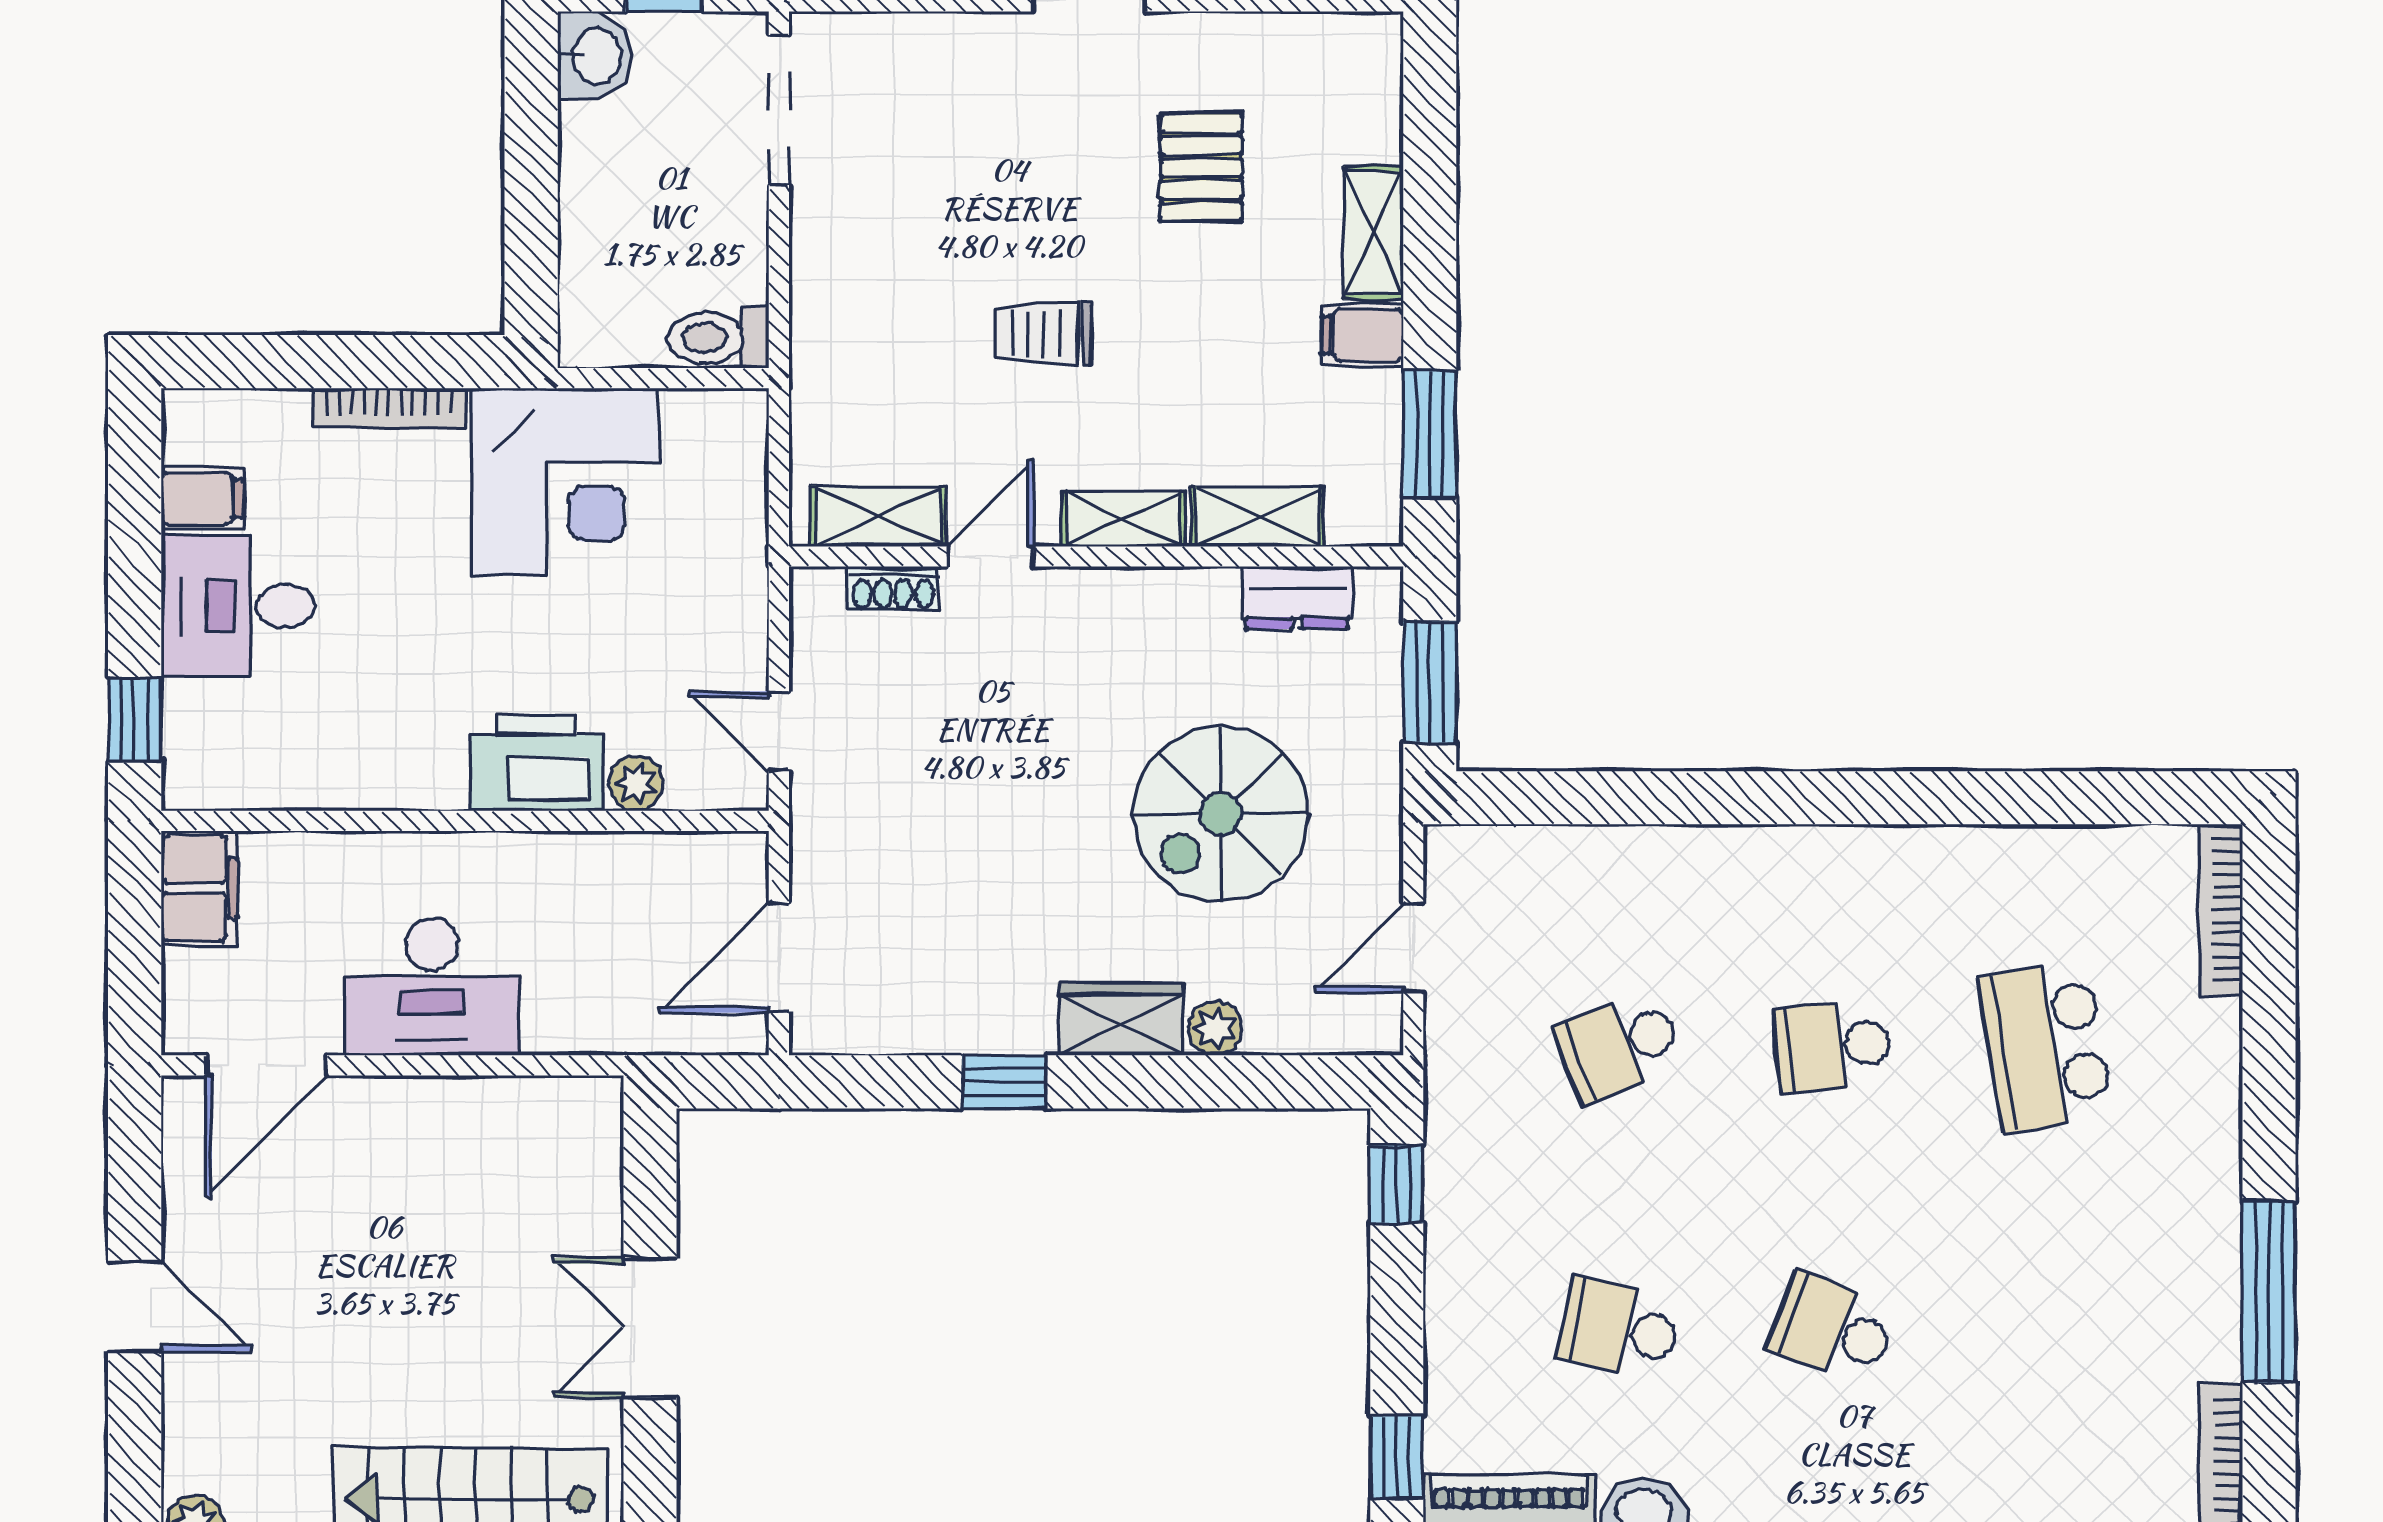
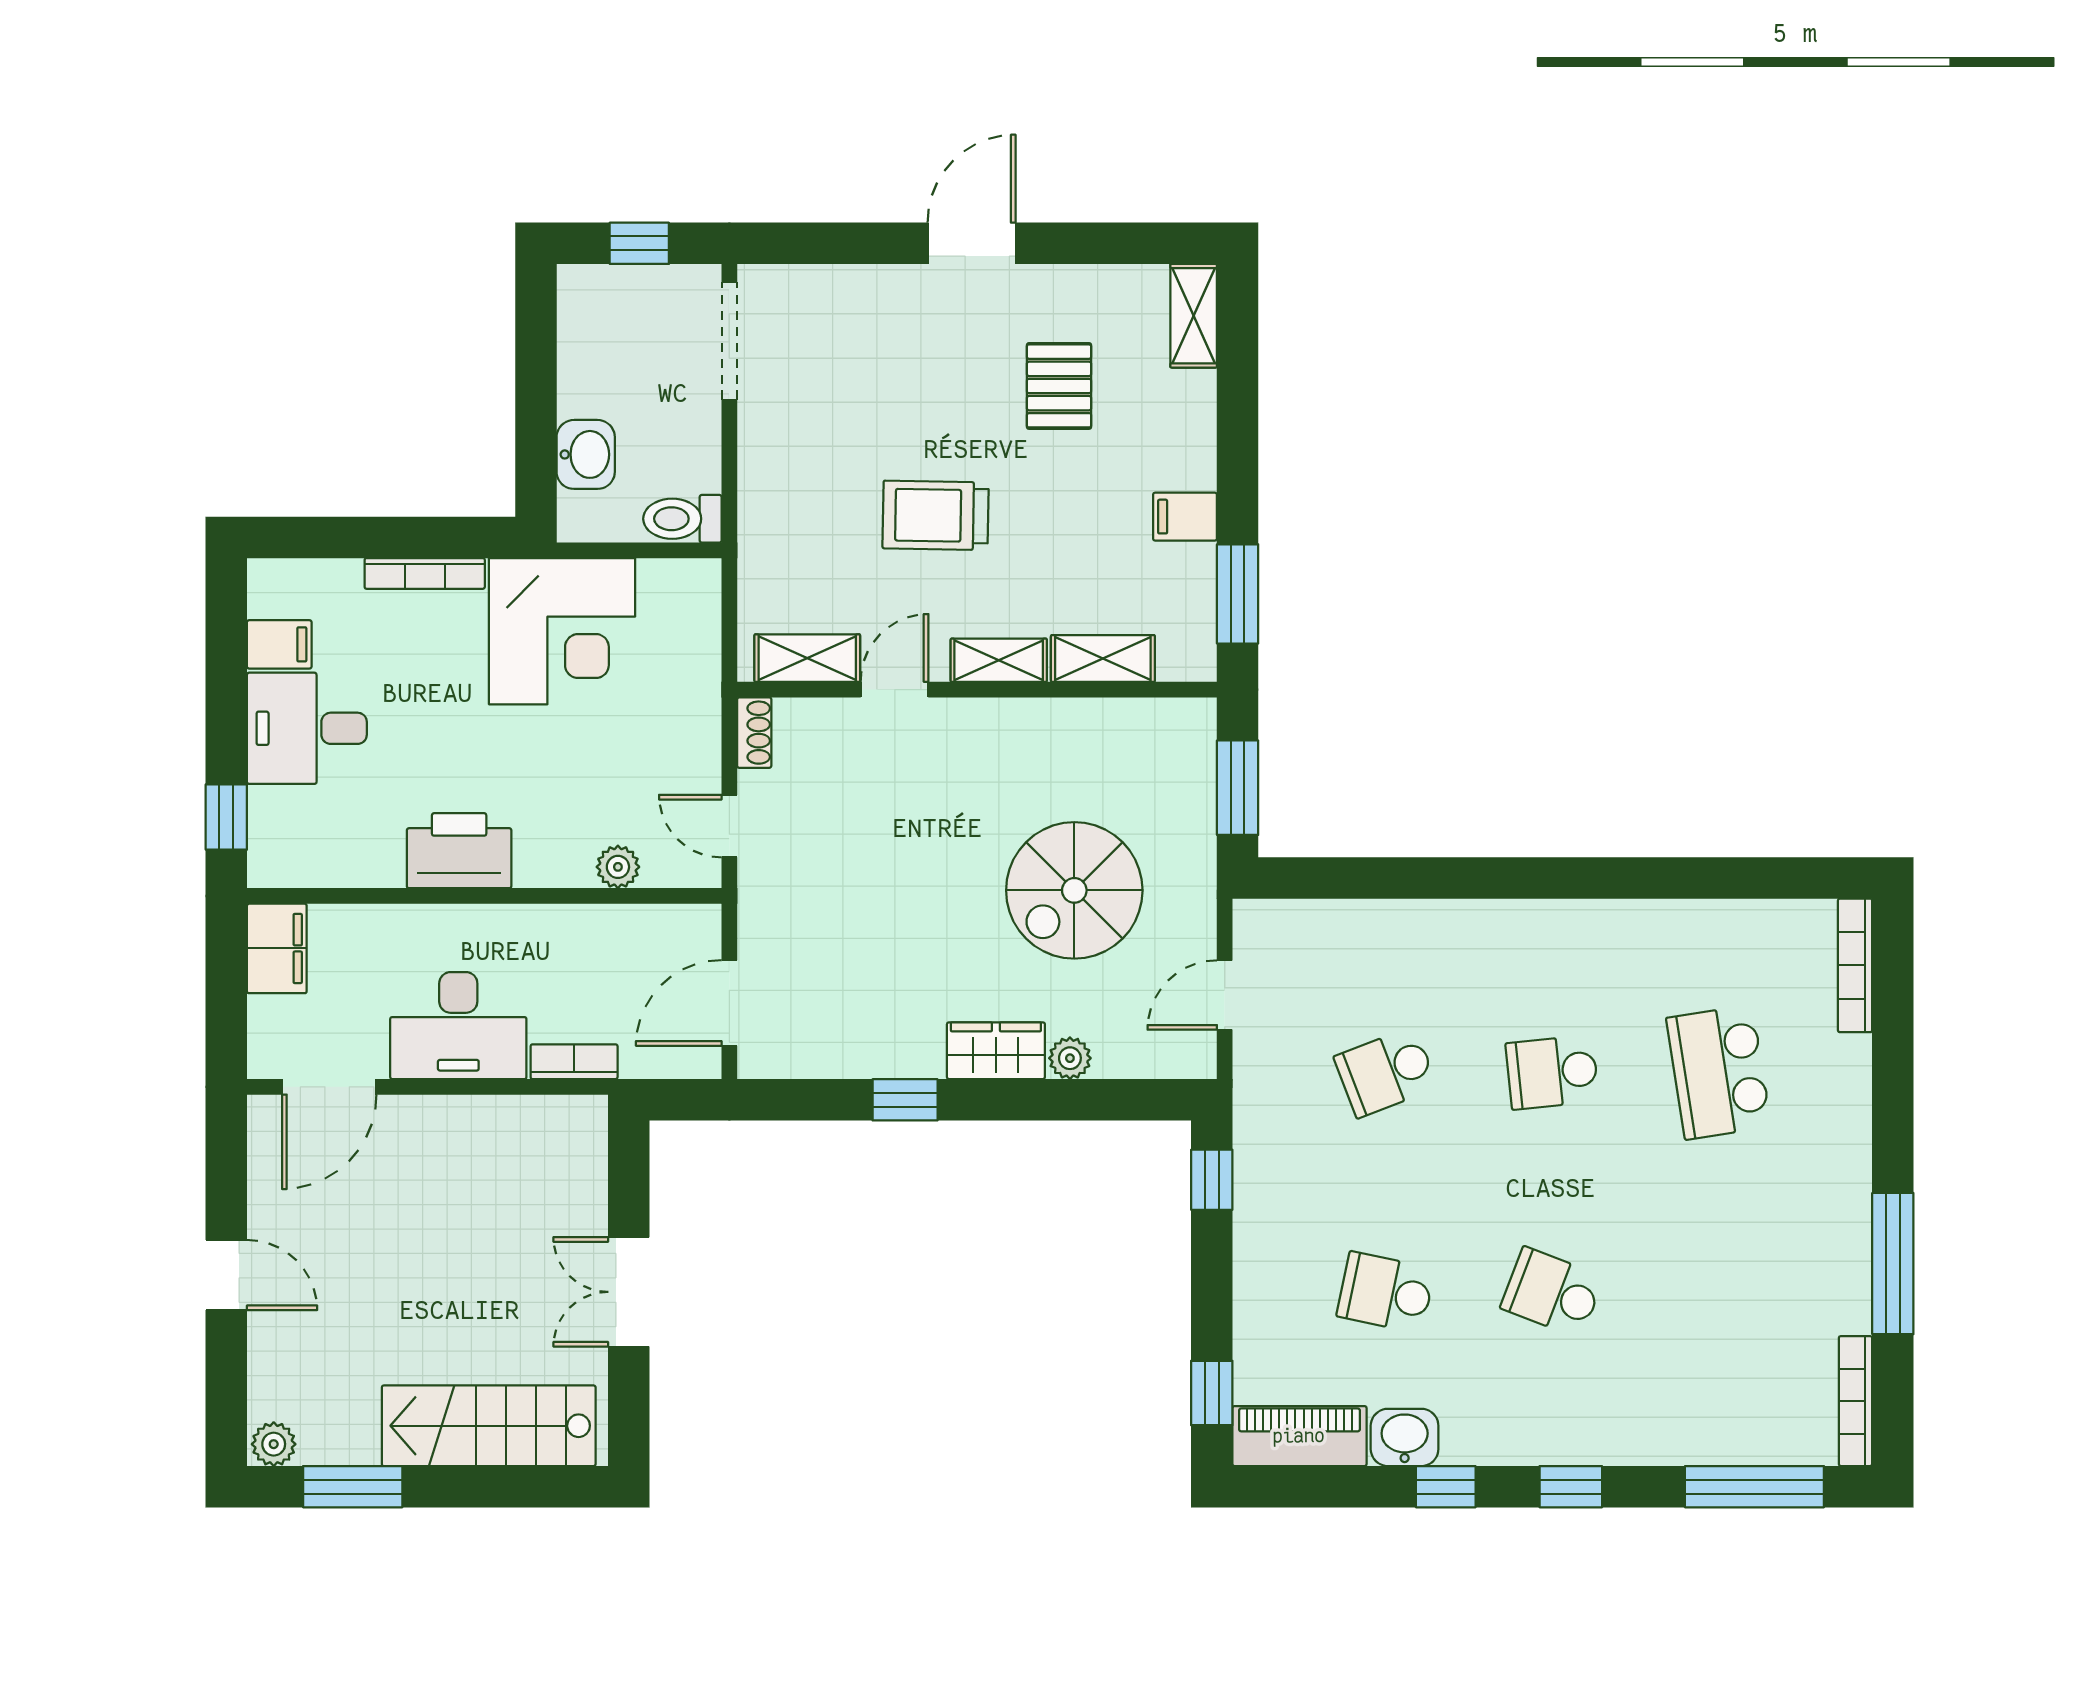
washbasin: (595, 56) -> (586, 454), moved
shelving: (1373, 233) -> (1194, 316), moved
trolley: (1043, 333) -> (935, 515), width x1.36, depth x1.39
shoe rack: (893, 588) -> (754, 733), moved, turned -90
dresser: (1297, 598) -> (1134, 722), removed
printer: (537, 763) -> (459, 851), moved
bookcase: (580, 1033) -> (574, 1062), added

